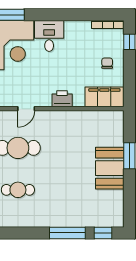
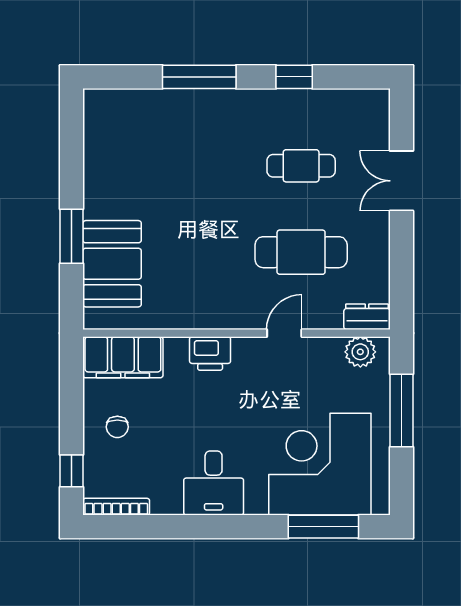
desk: (49, 36) -> (214, 483), moved
booth: (110, 168) -> (112, 264), moved
window: (103, 233) -> (294, 77), moved

